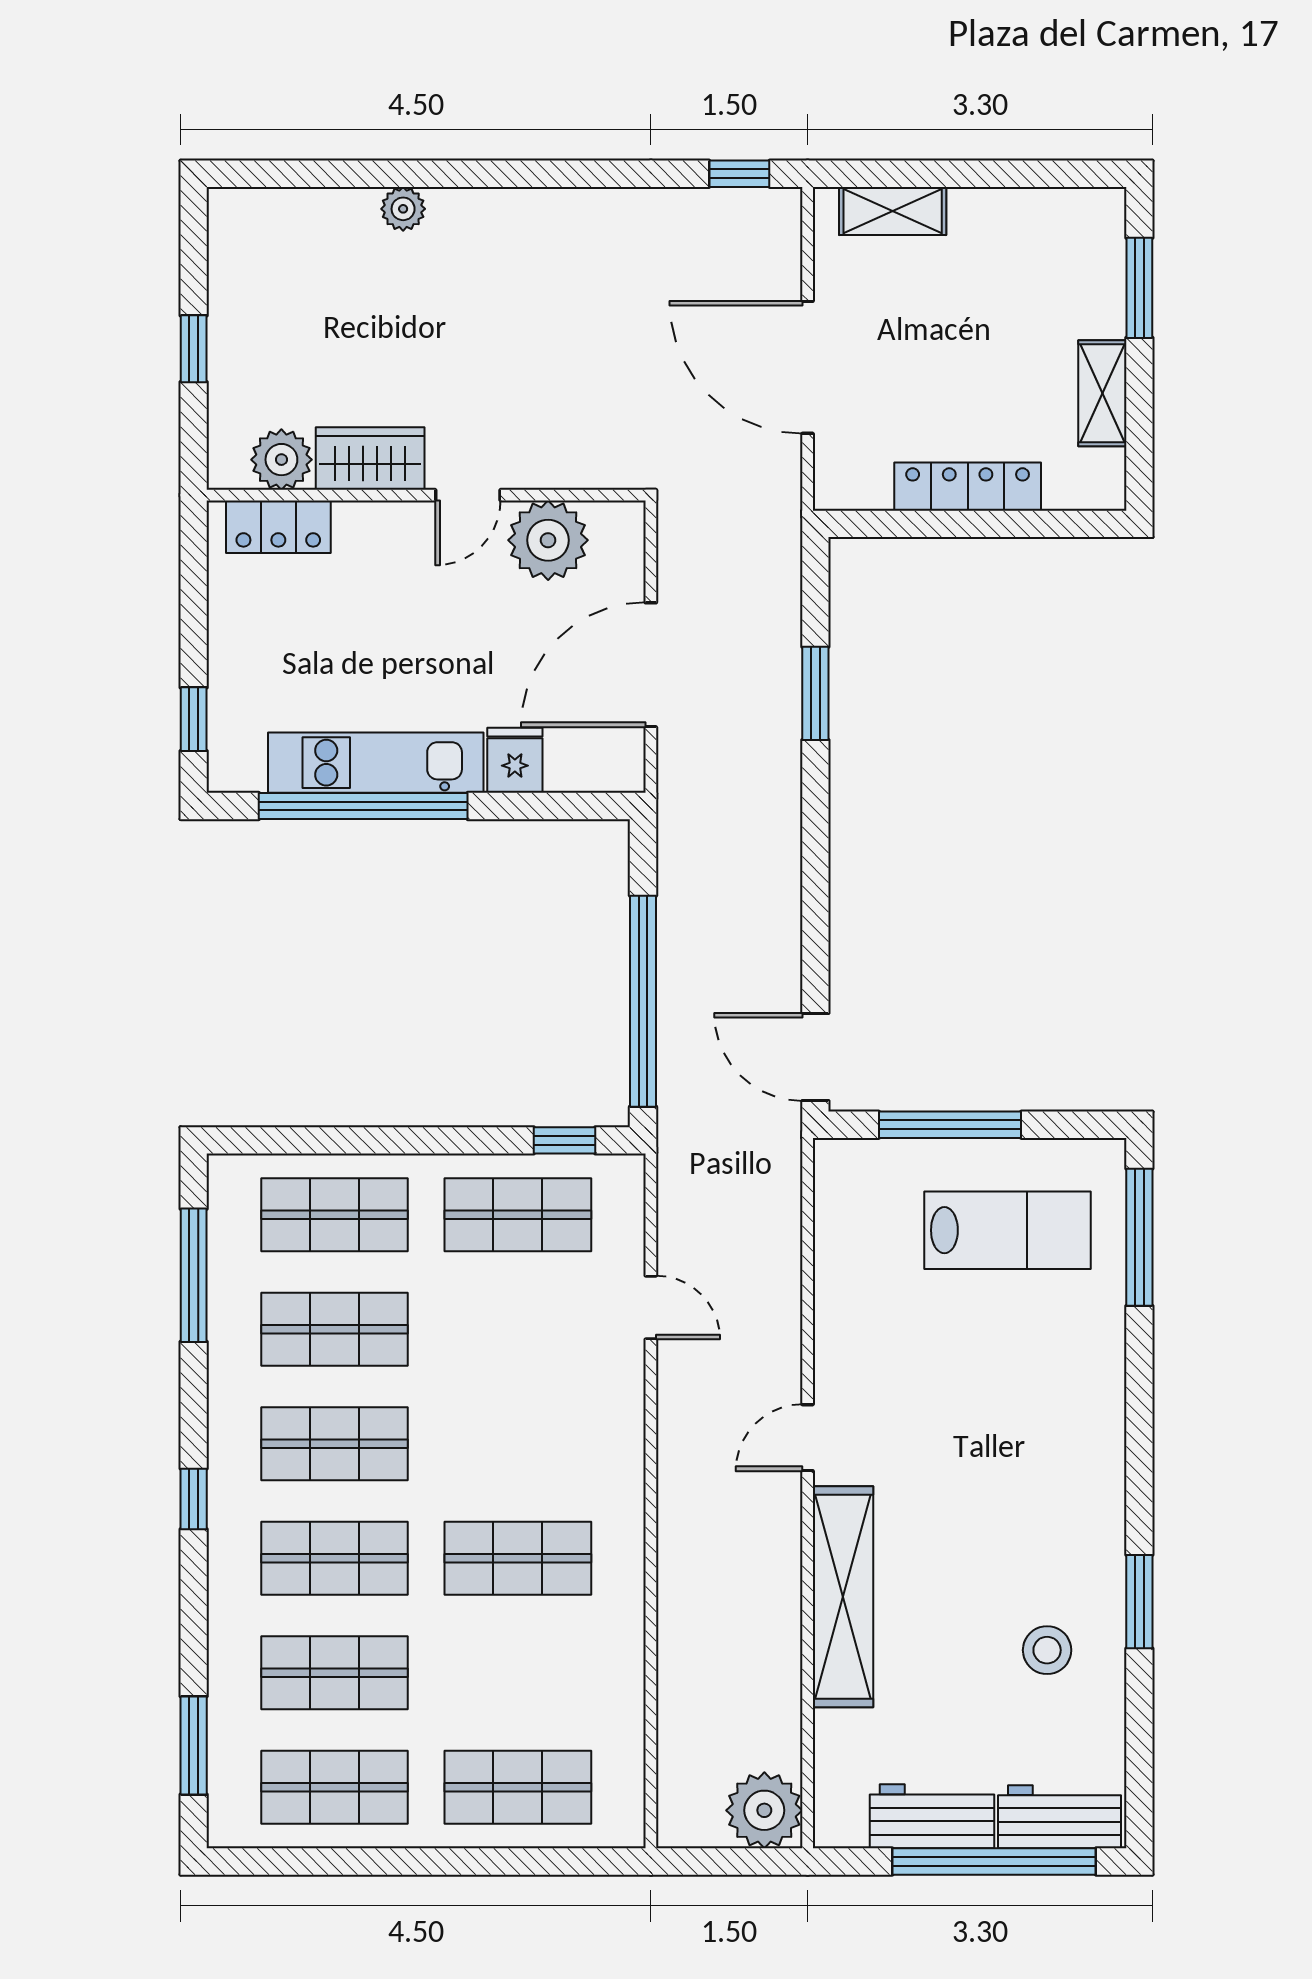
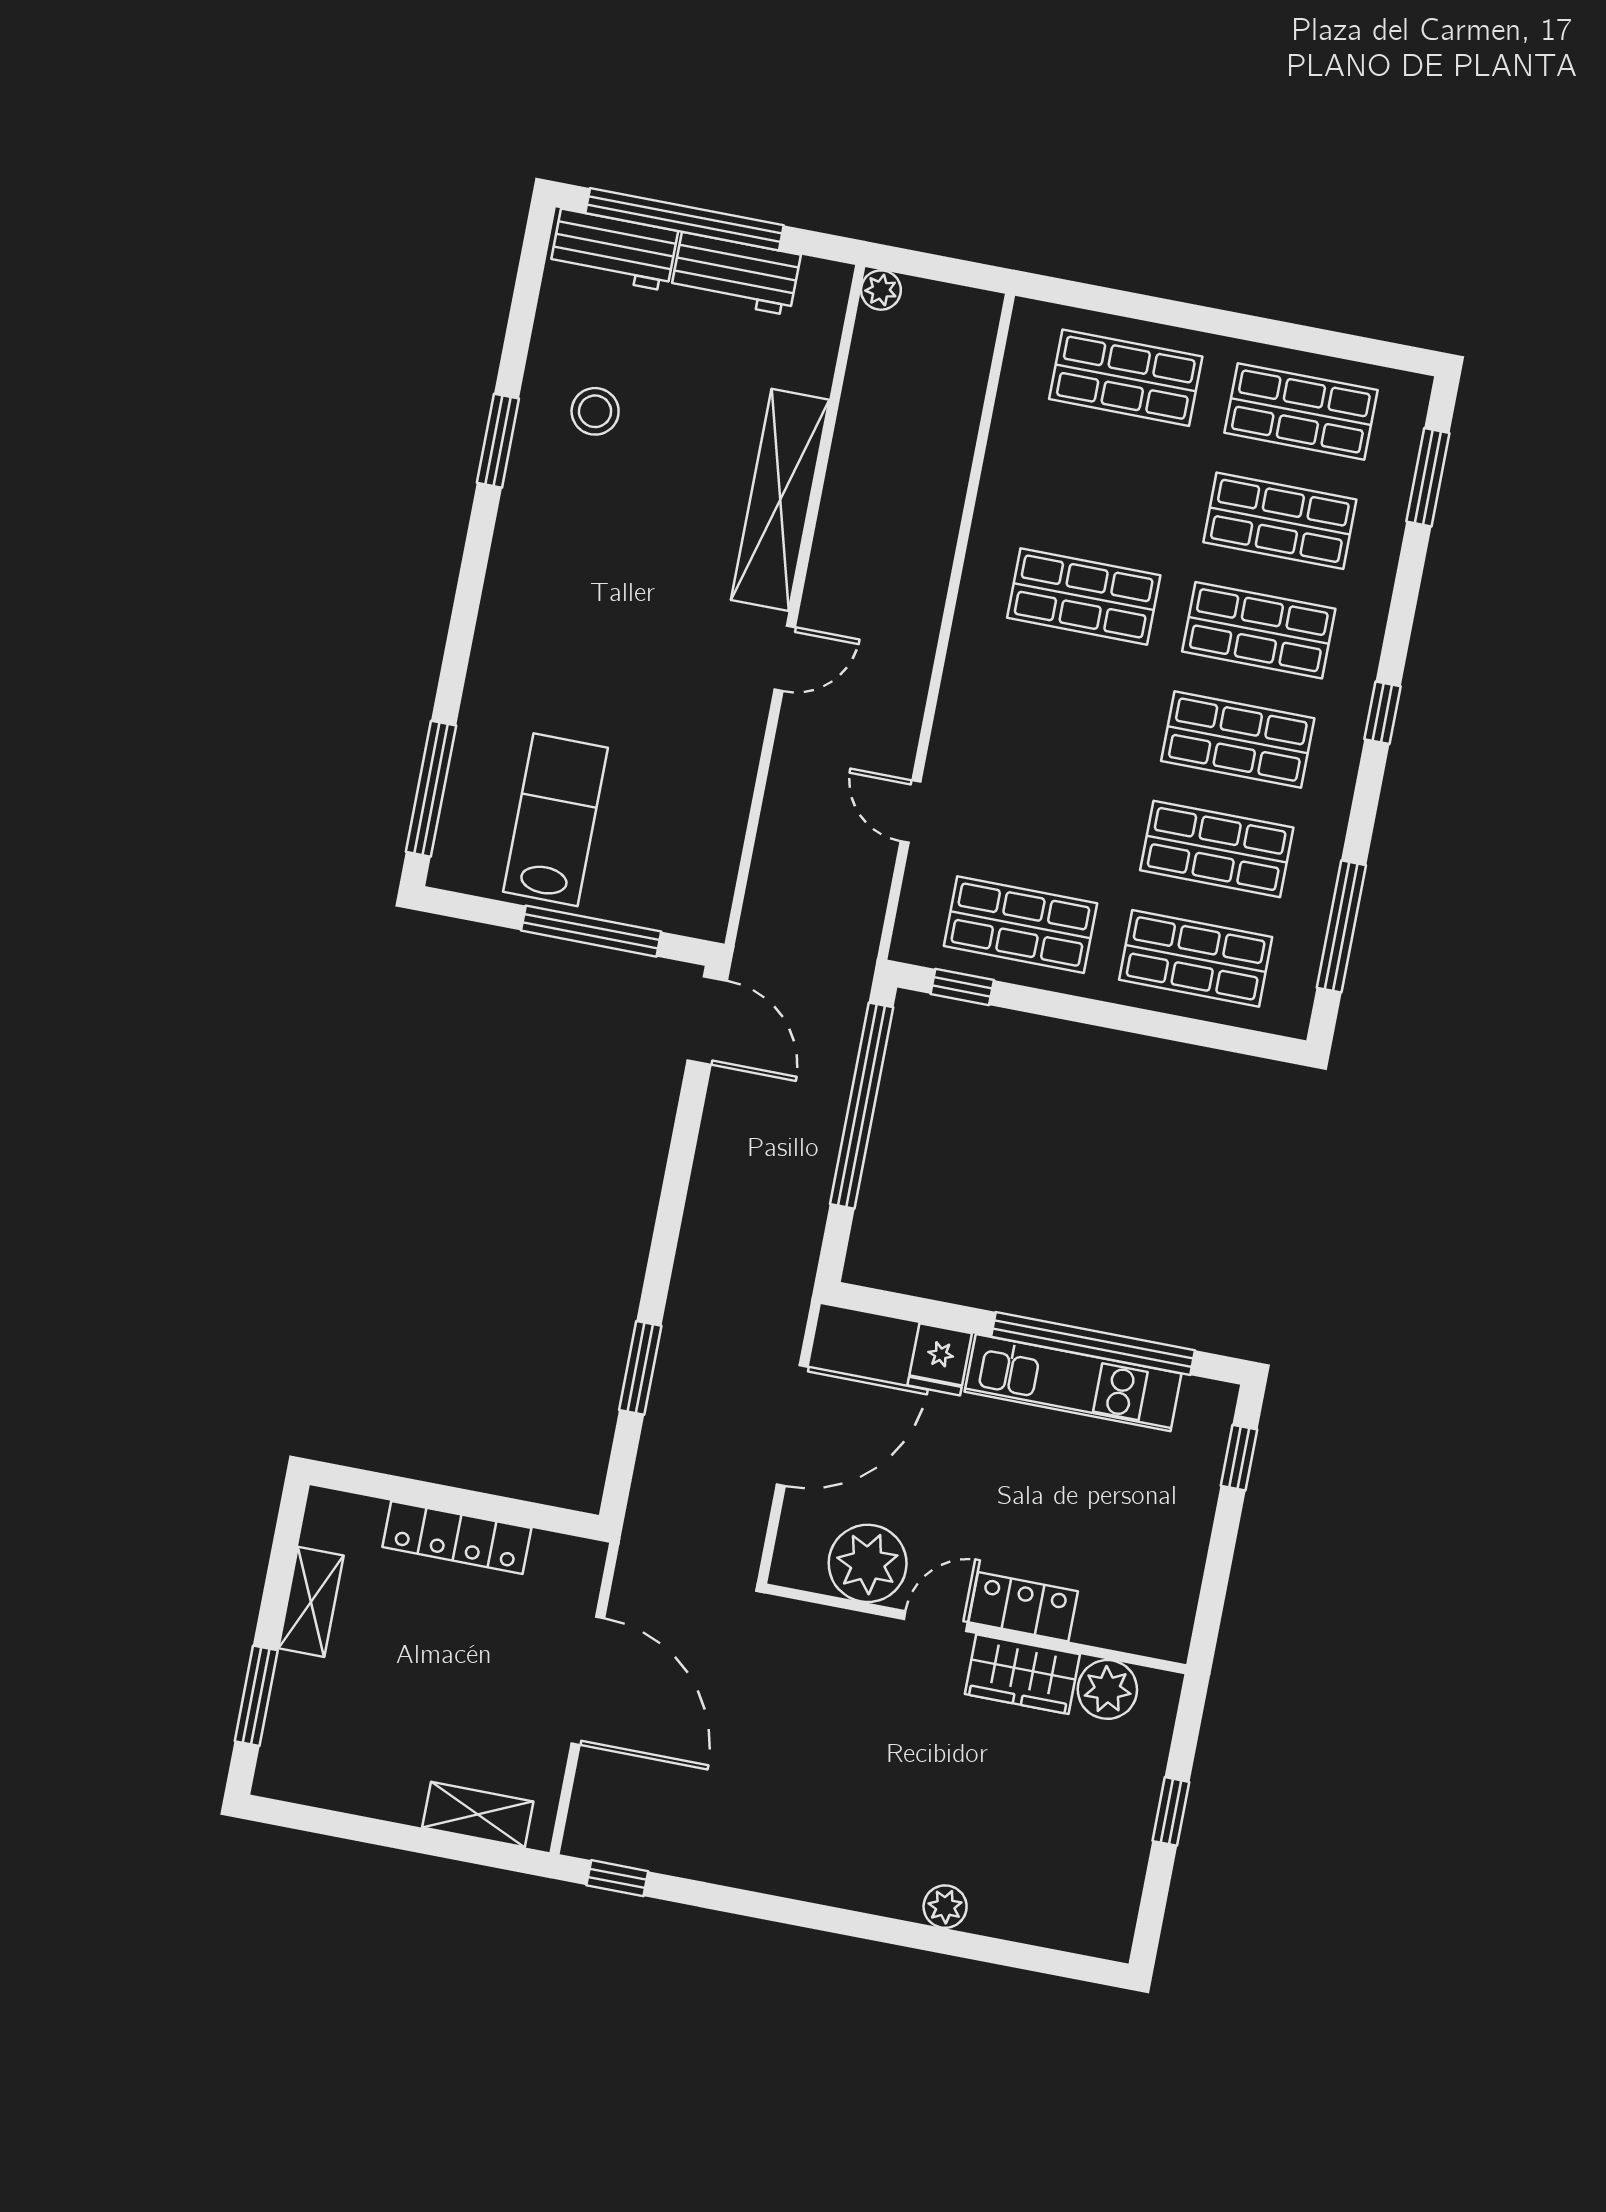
locker: (278, 527) -> (1023, 1607), moved
lab bench: (1008, 1230) -> (556, 820), turned 90
plant: (764, 1810) -> (881, 290), width x0.53, depth x0.53

